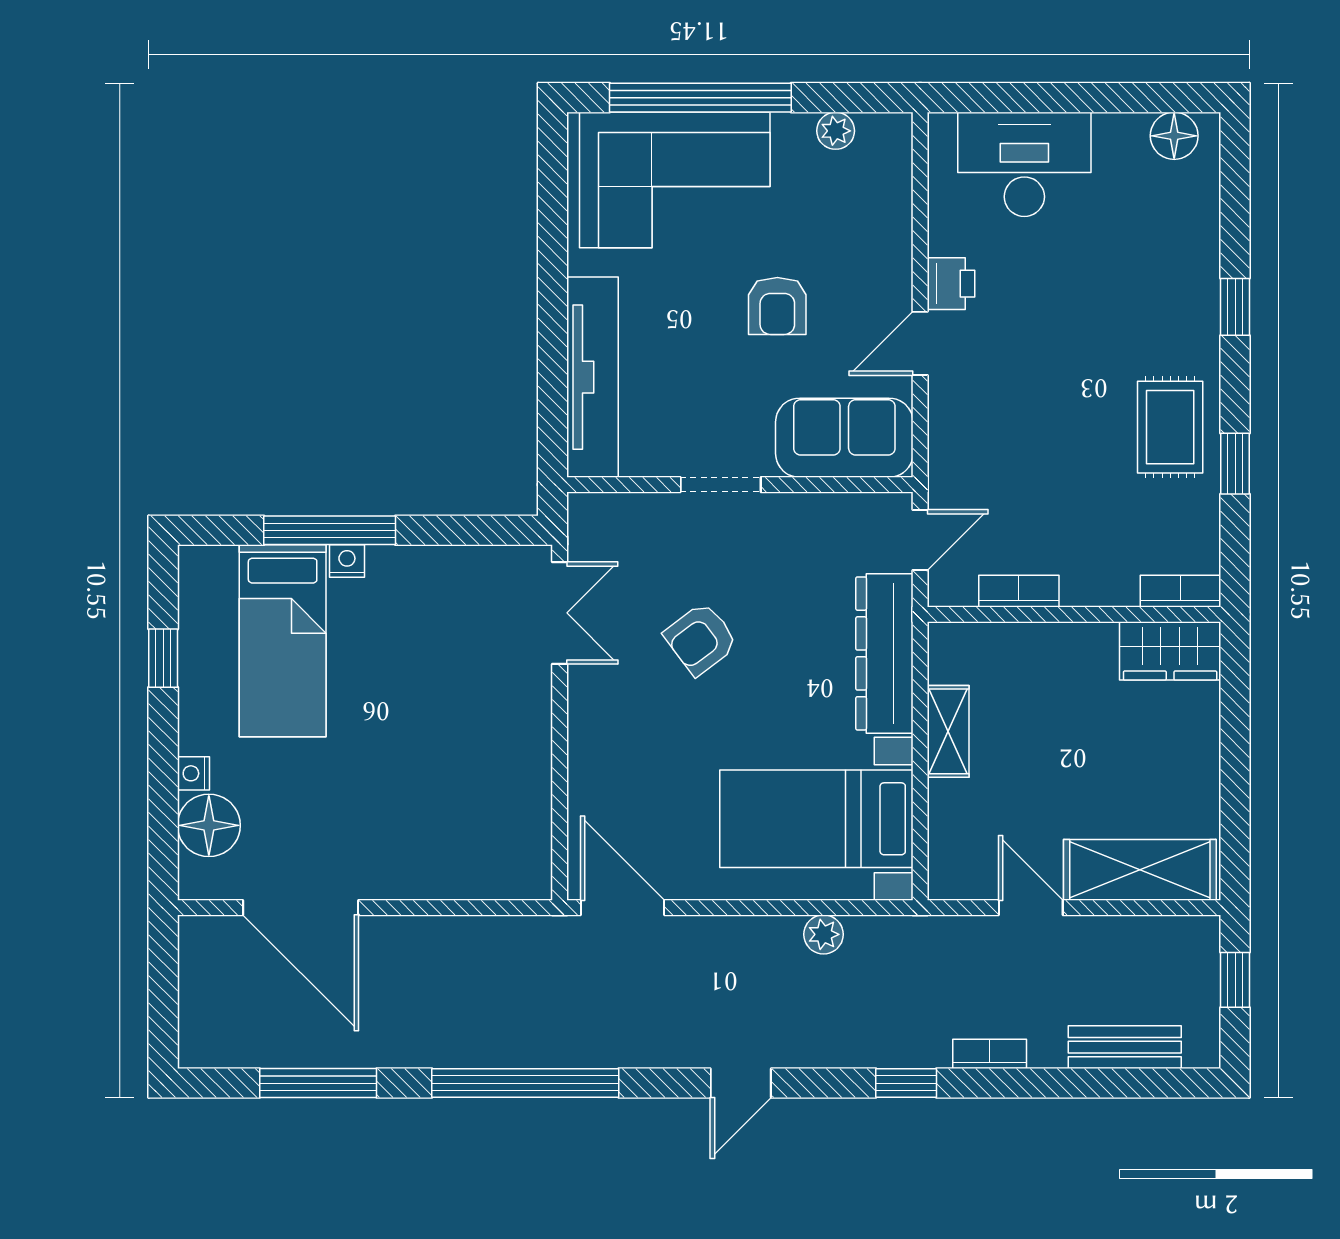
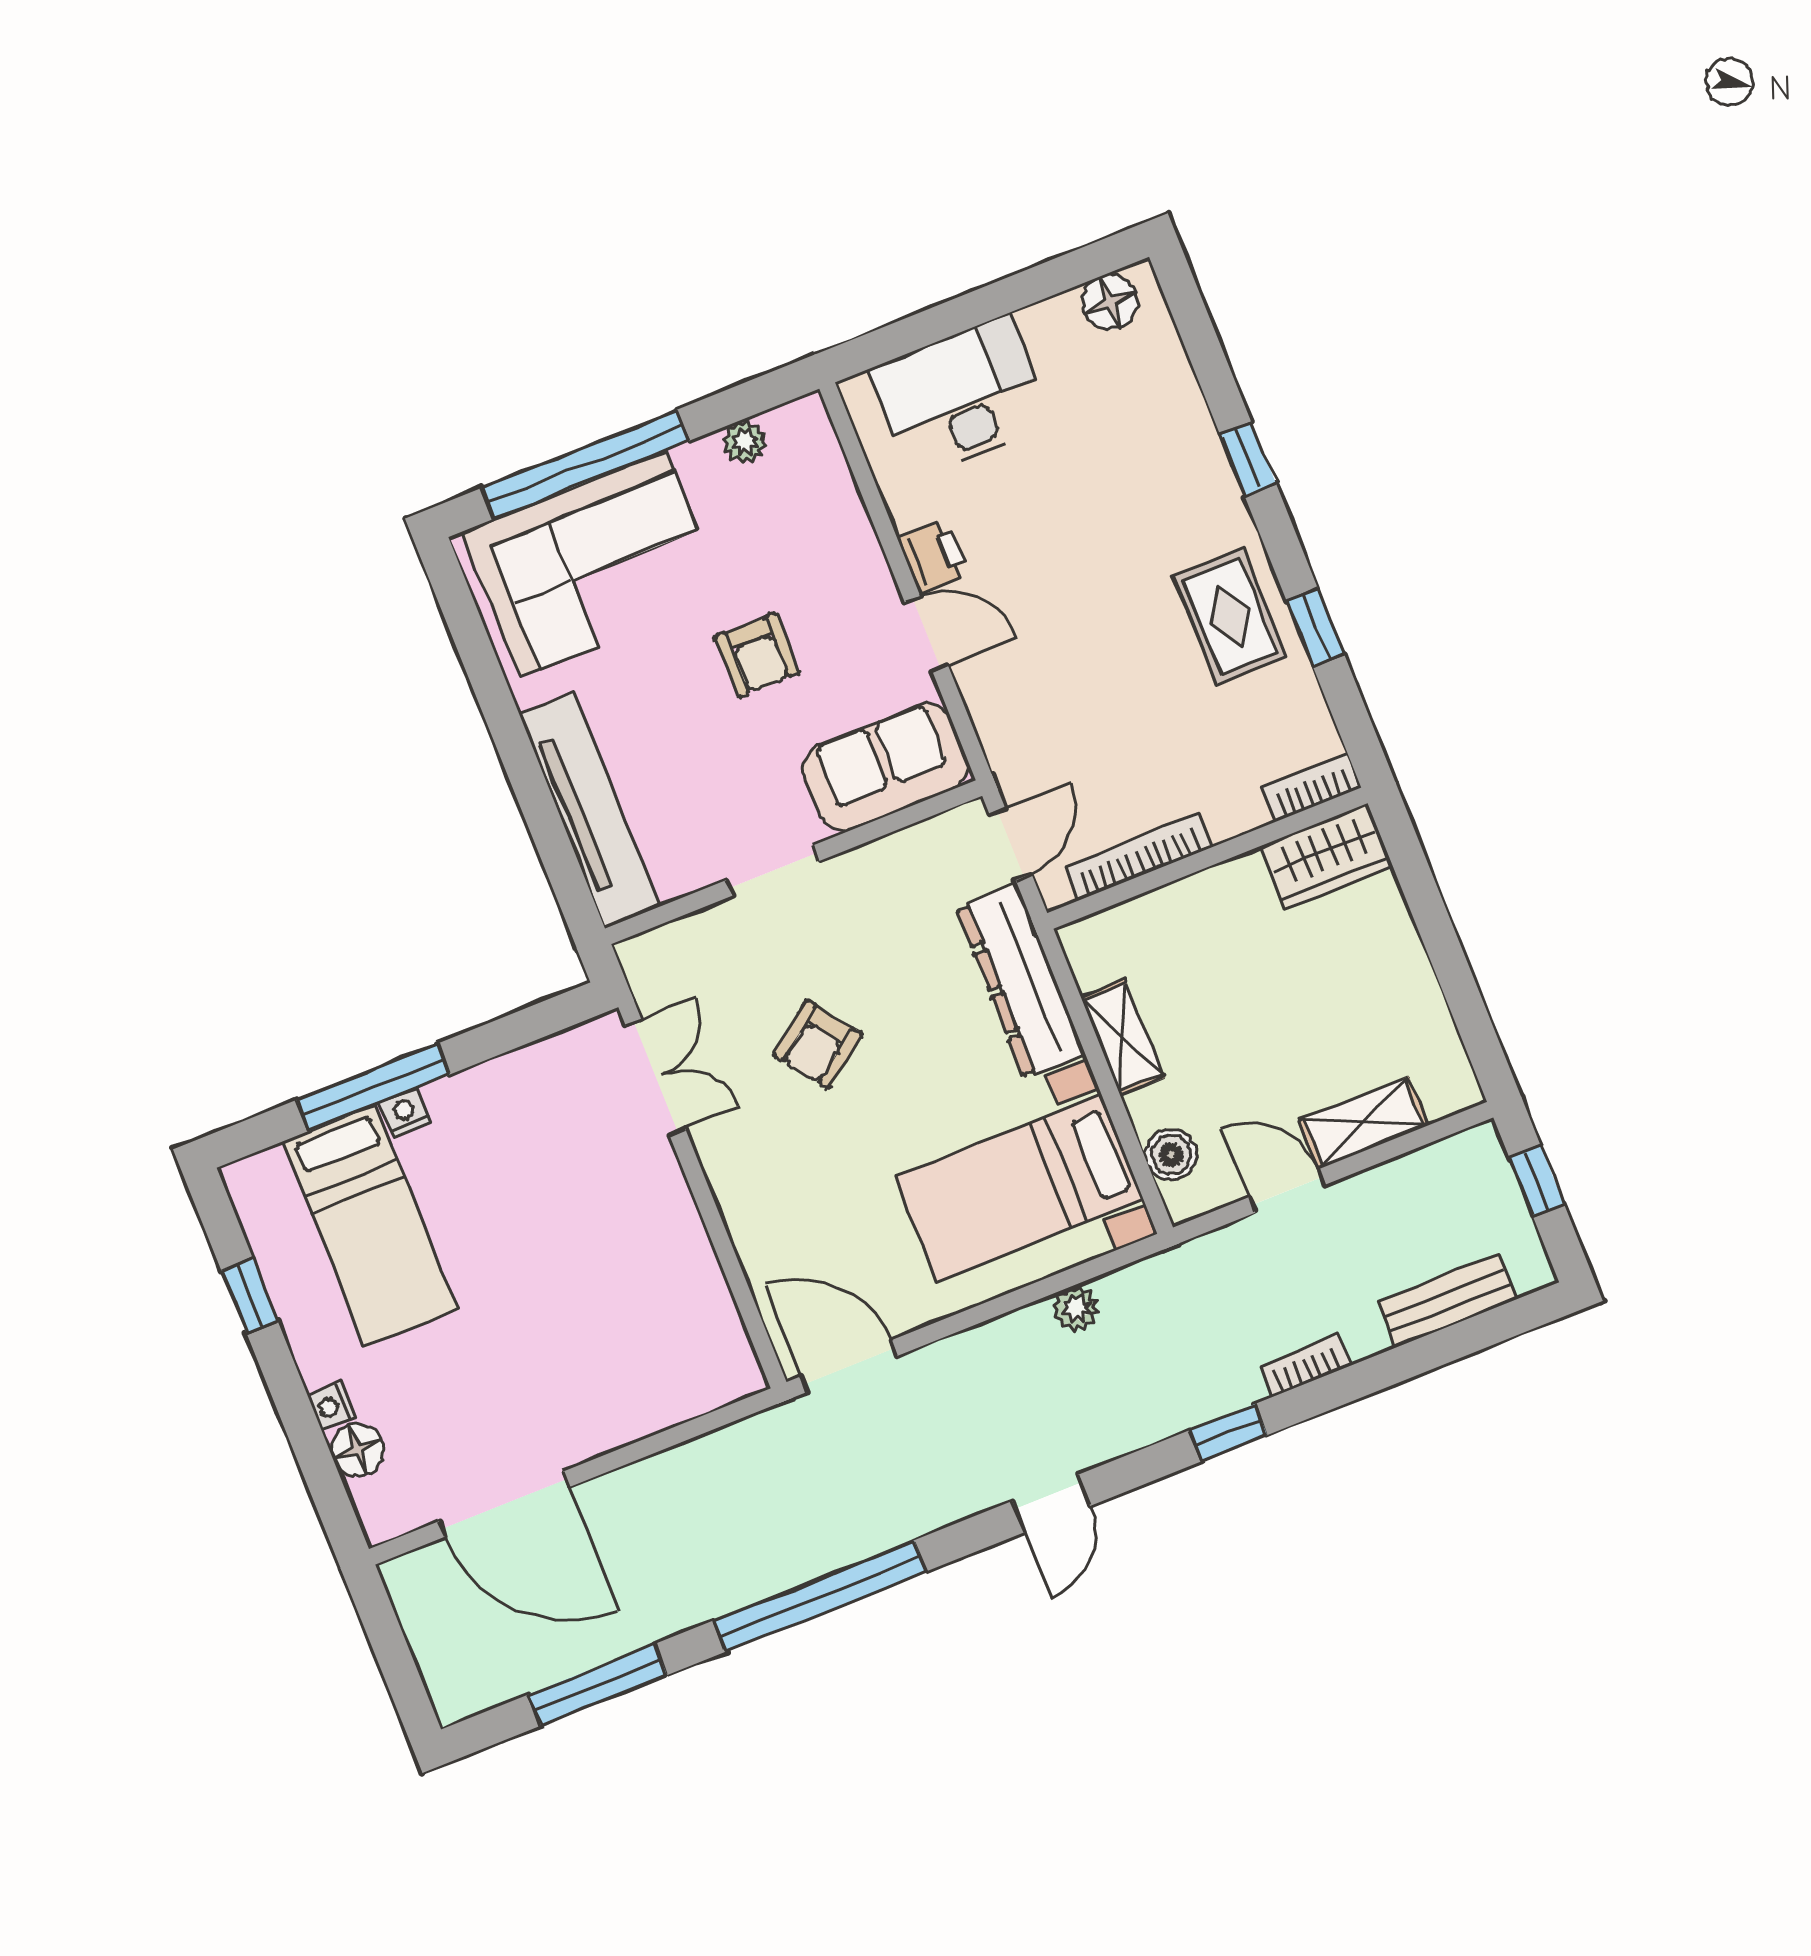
door: (920, 343) -> (926, 634), swing flipped
bookcase: (1019, 591) -> (1138, 857), width x1.56
floor lamp: (209, 825) -> (358, 1450), width x0.73, depth x0.73
boiler: (950, 841) -> (1171, 1155), added
shelving: (1140, 870) -> (1364, 1123), width x0.67, depth x0.75

